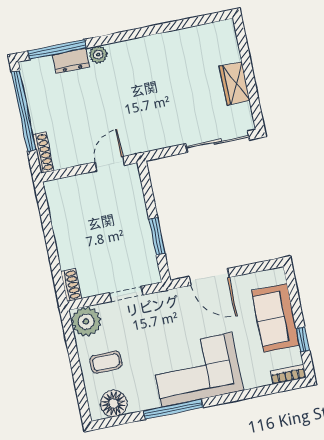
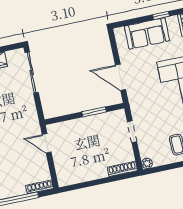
door: (209, 277) -> (121, 77), swing flipped
shoe rack: (71, 285) -> (122, 169), width x1.43
plant: (86, 322) -> (147, 163), width x0.53, depth x0.53

